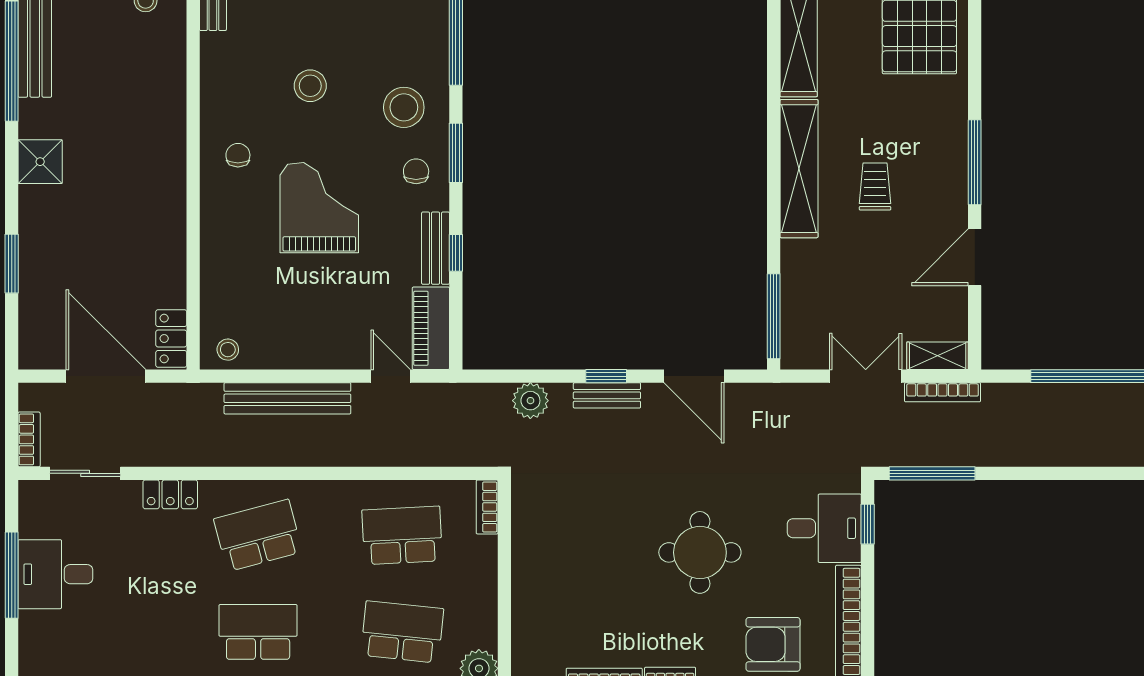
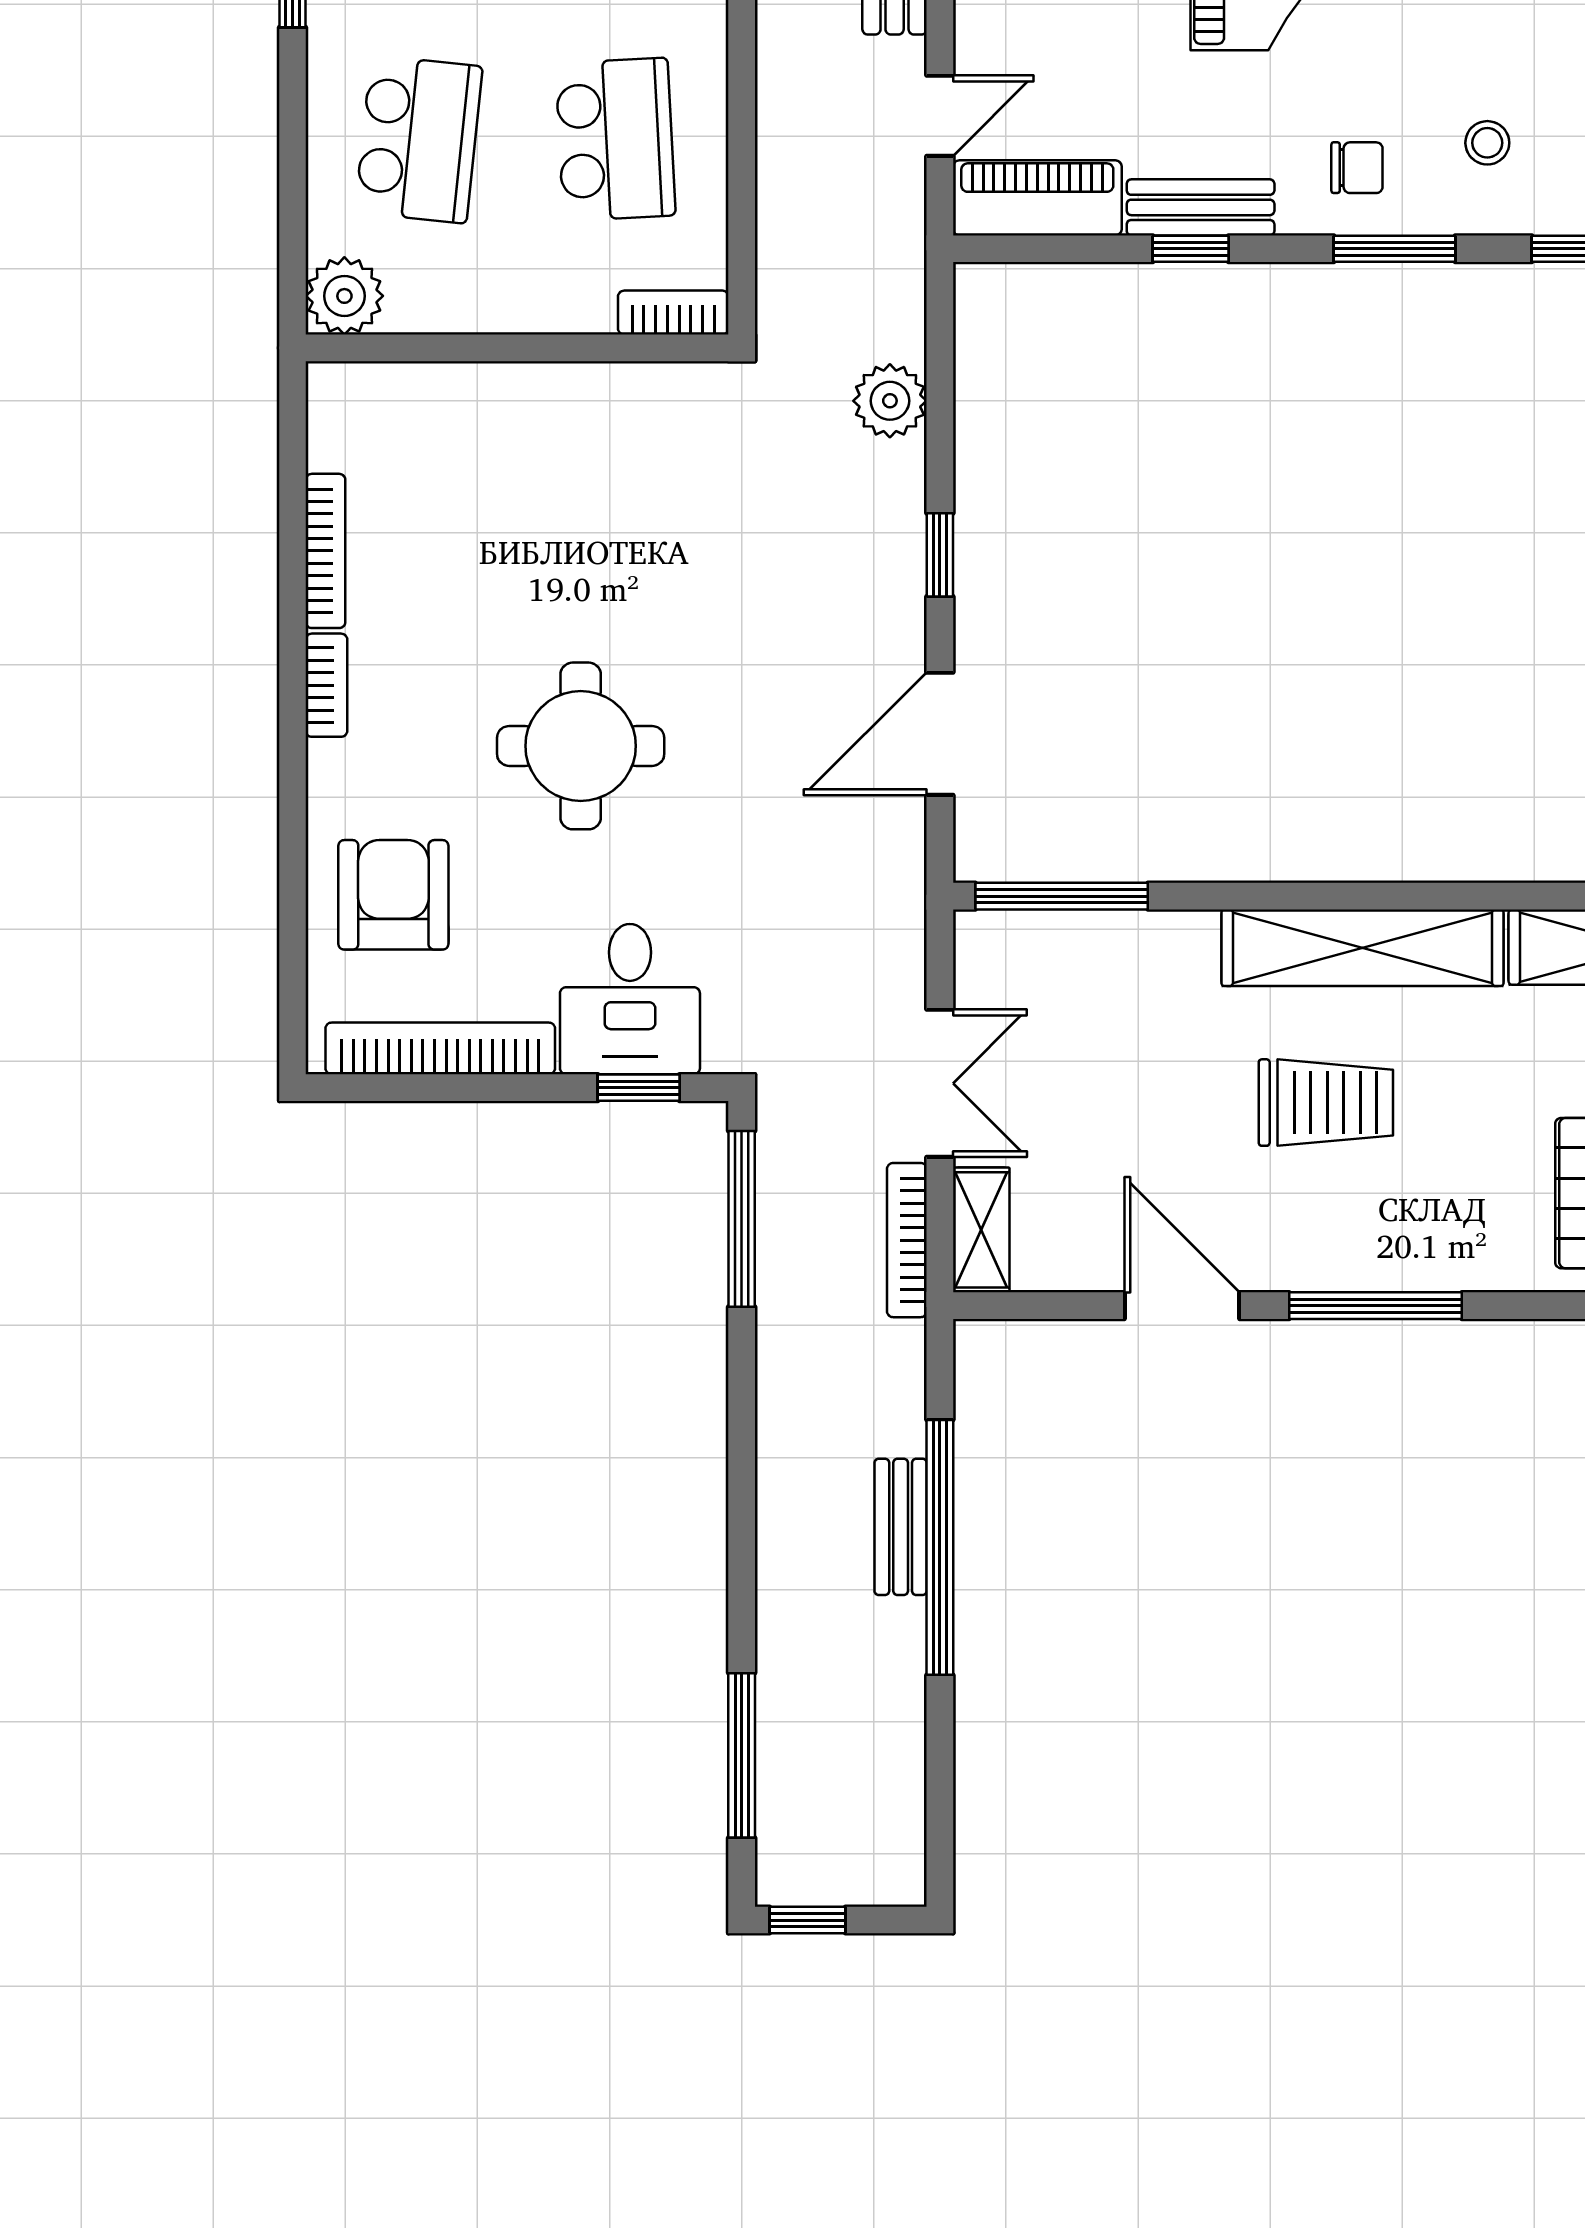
stool: (404, 107) -> (1487, 143), width x0.53, depth x0.53
trolley: (875, 187) -> (1326, 1103), width x1.36, depth x1.39
bench: (607, 395) -> (901, 1527), moved

